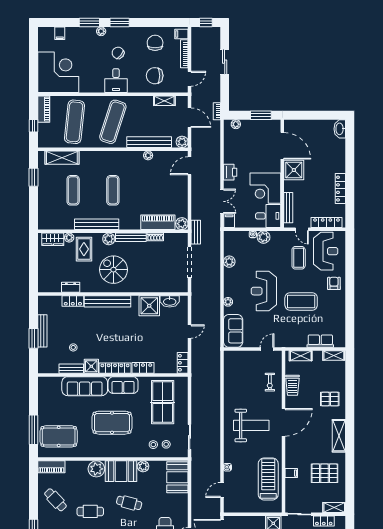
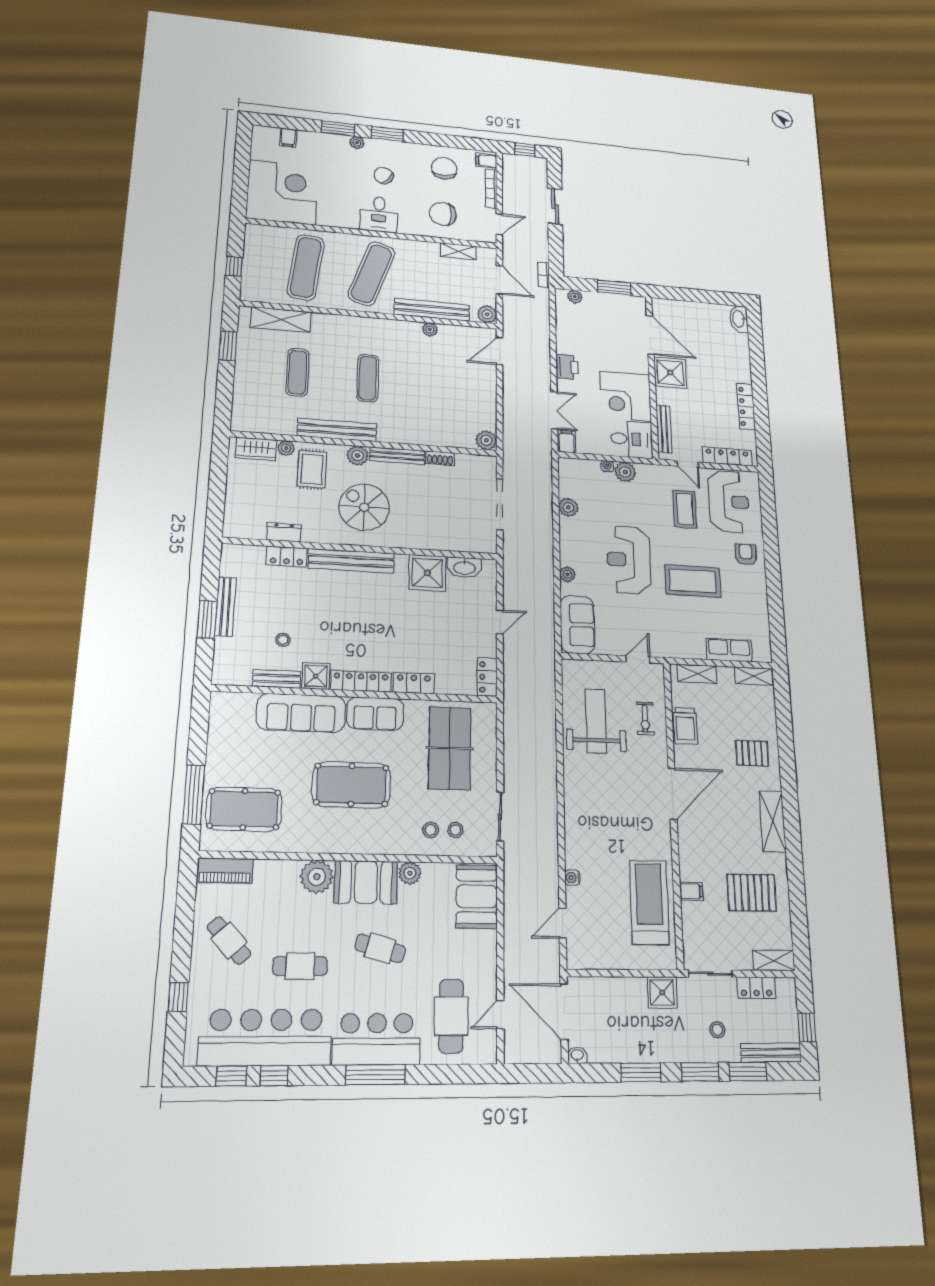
piano: (44, 109) -> (254, 243), removed
piano: (158, 222) -> (445, 435), removed
bench: (196, 232) -> (510, 456), removed
weight bench: (251, 425) -> (596, 721), moved, turned -90

